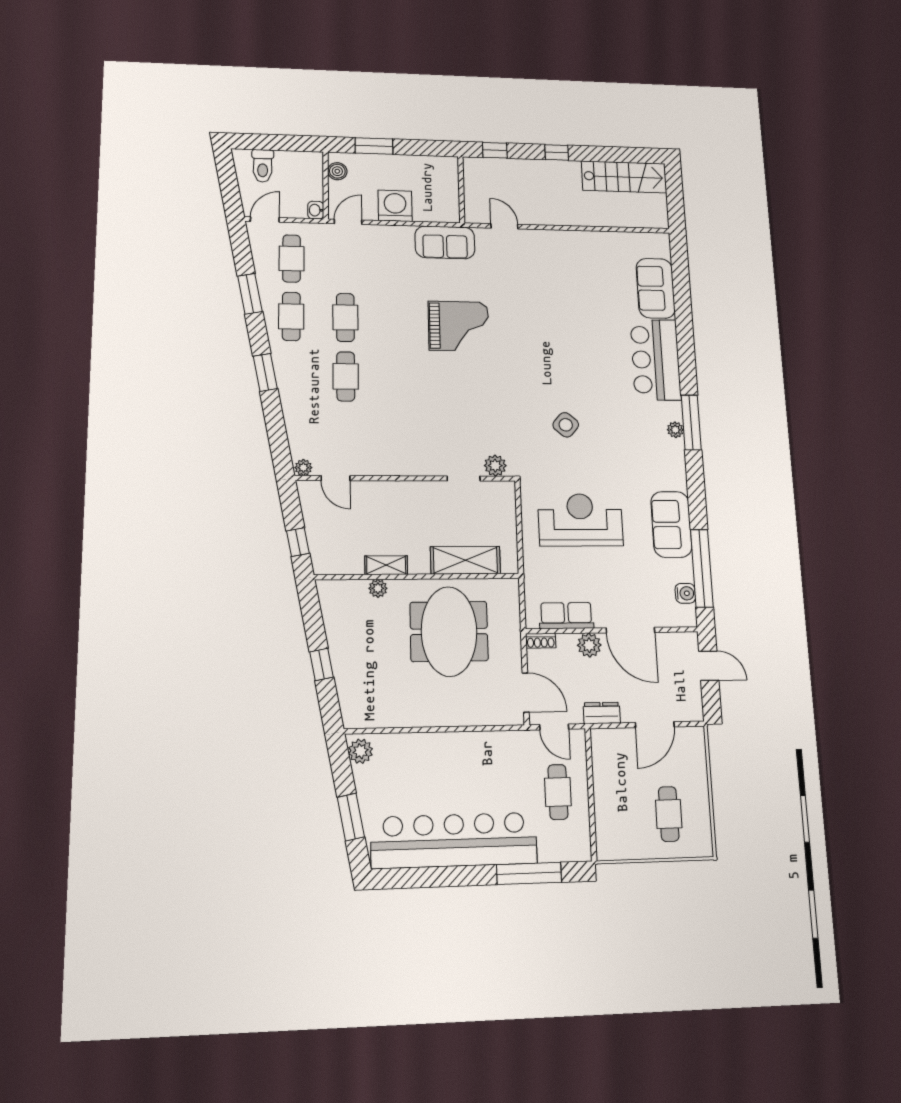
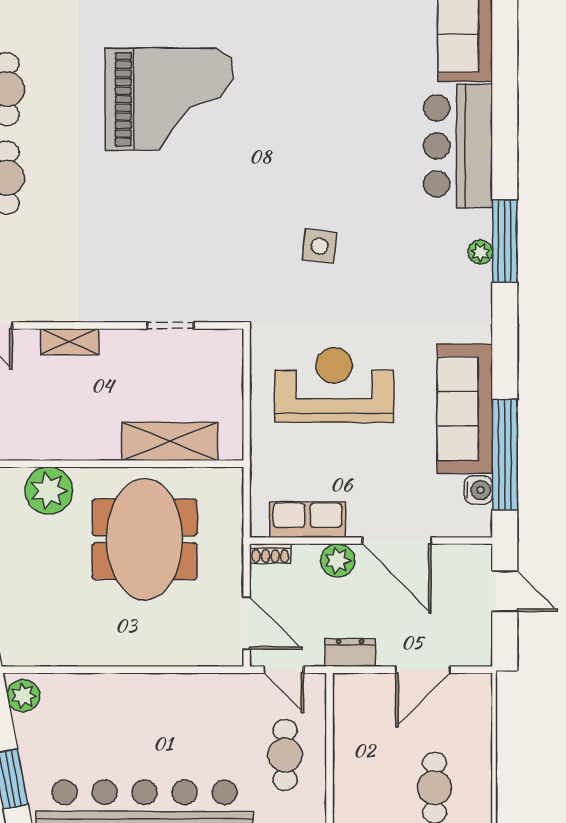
grand piano: (459, 326) -> (169, 99), width x1.37, depth x1.48
side table: (566, 425) -> (320, 246), turned -35
plant: (495, 466) -> (216, 307), removed
sofa: (671, 524) -> (465, 409), width x1.36
shelving: (386, 565) -> (69, 342), moved
plant: (378, 588) -> (49, 491), width x1.88, depth x1.88

